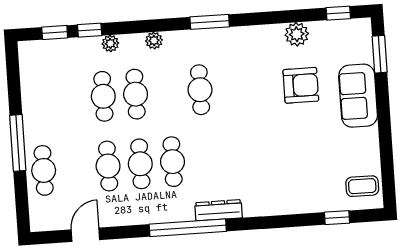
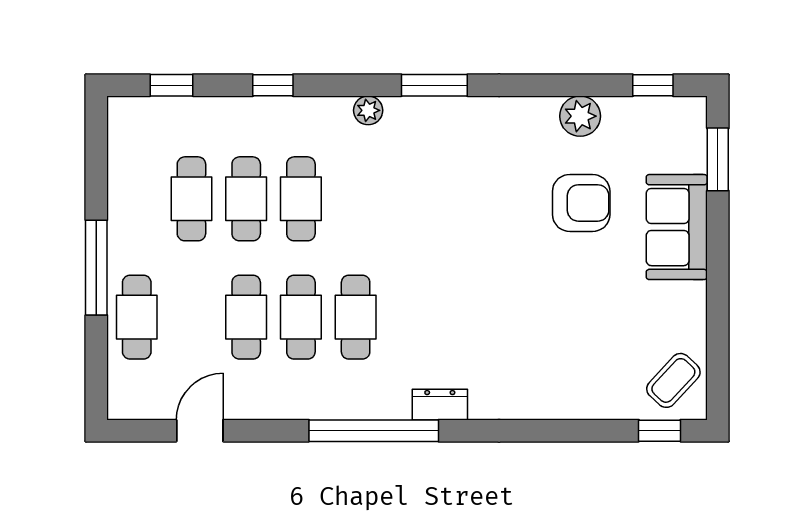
window: (90, 30) -> (273, 85), moved
plant: (154, 41) -> (368, 110), moved
plant: (110, 43) -> (264, 110), removed
cafe table: (200, 90) -> (191, 199), moved
coffee table: (362, 186) -> (673, 380), turned -47
dresser: (219, 210) -> (440, 405), width x0.70
window: (337, 218) -> (660, 431), moved

